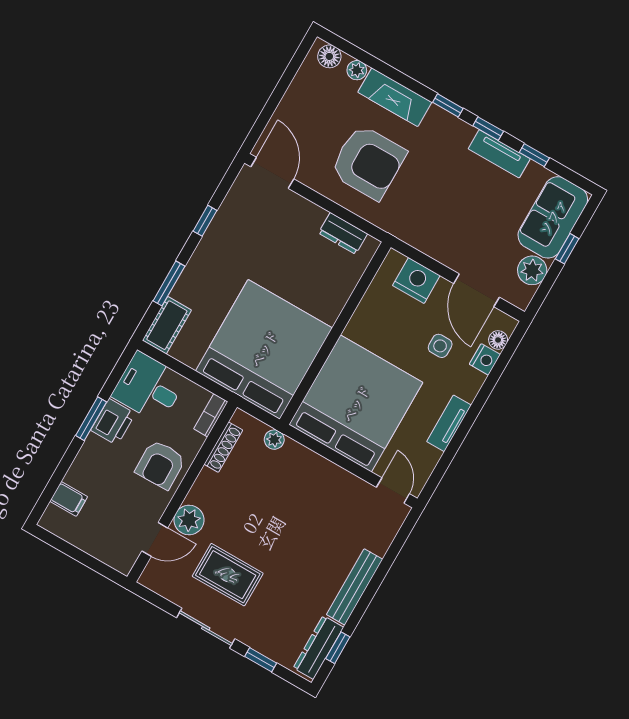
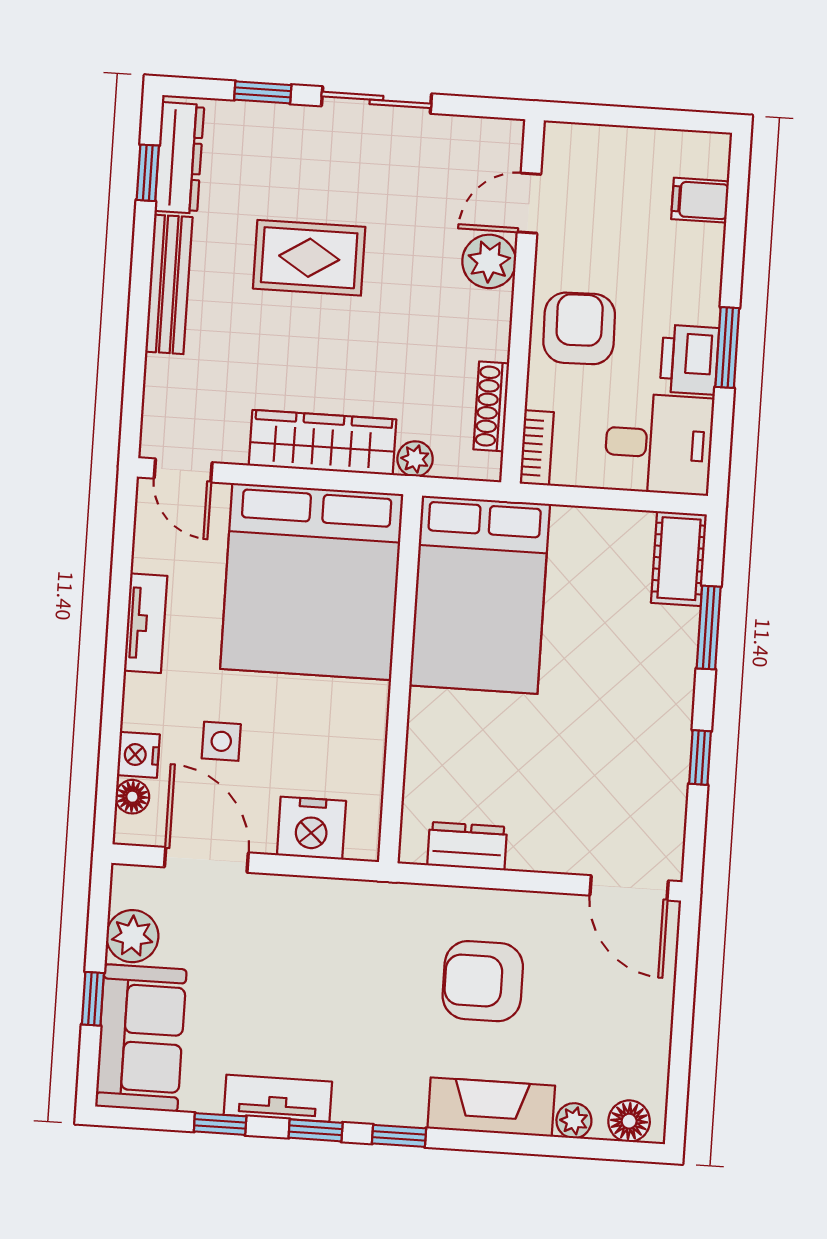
armchair: (368, 162) -> (483, 981), width x0.73, depth x0.73
bed: (264, 349) -> (480, 595), width x0.73
wardrobe: (316, 470) -> (322, 442), added
rug: (228, 575) -> (309, 258), moved

